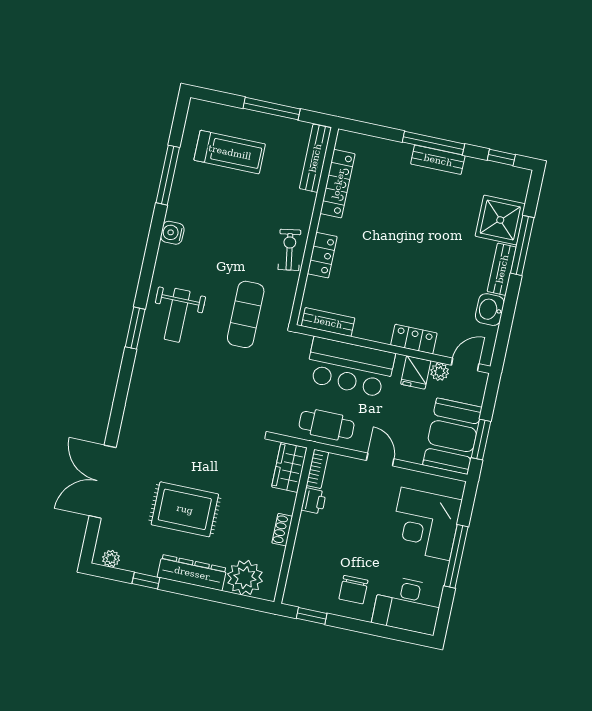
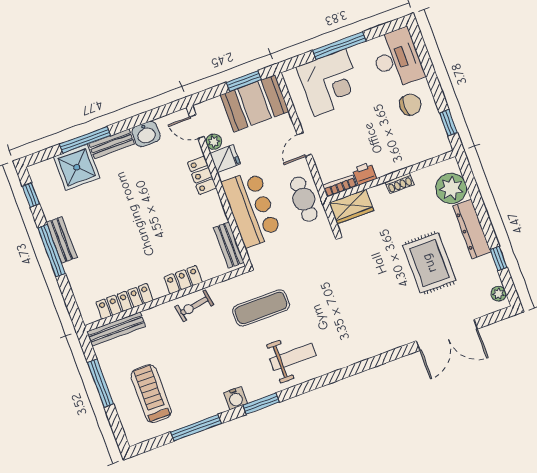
window: (135, 328) -> (261, 404), moved

